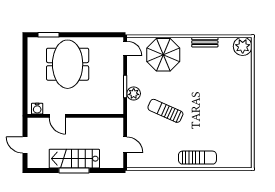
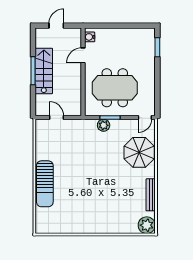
bench: (205, 42) -> (151, 195), width x1.36
meeting table: (68, 64) -> (115, 88), moved
sun lounger: (165, 111) -> (88, 154), removed
door: (125, 145) -> (57, 118), swing flipped
sun lounger: (197, 158) -> (45, 184), width x1.36, depth x1.34

